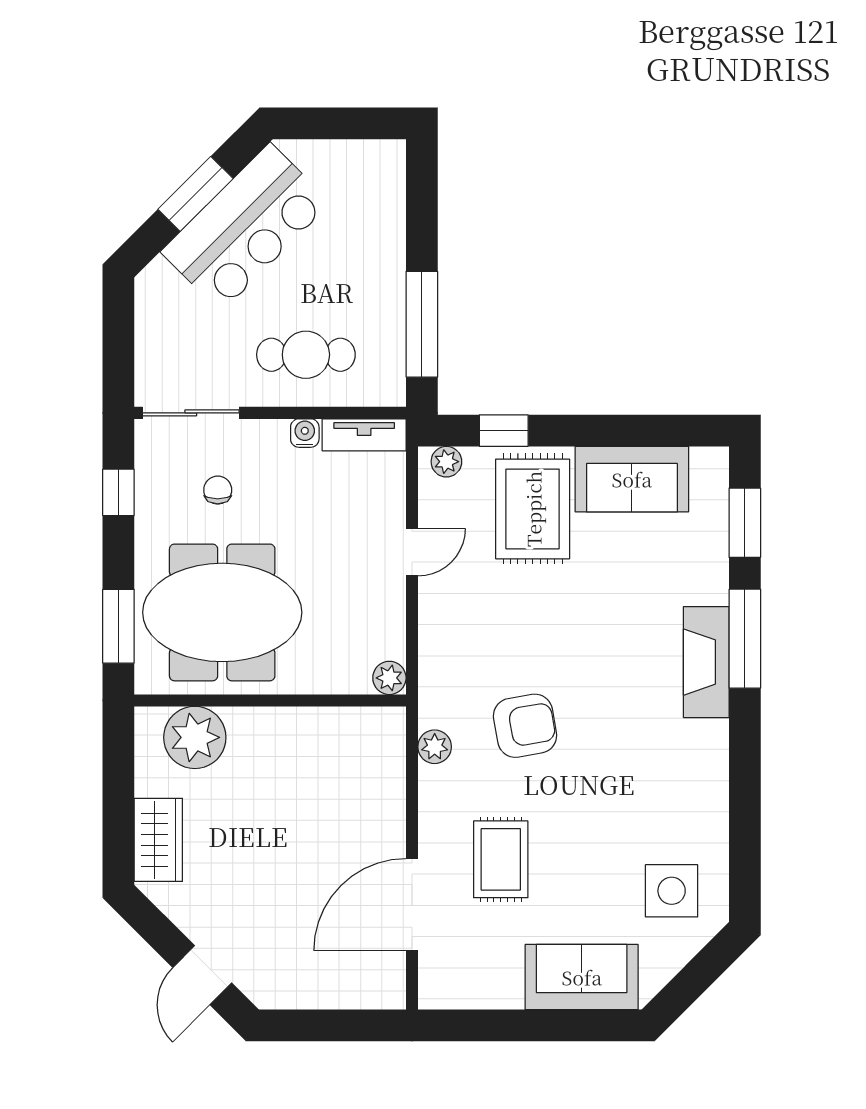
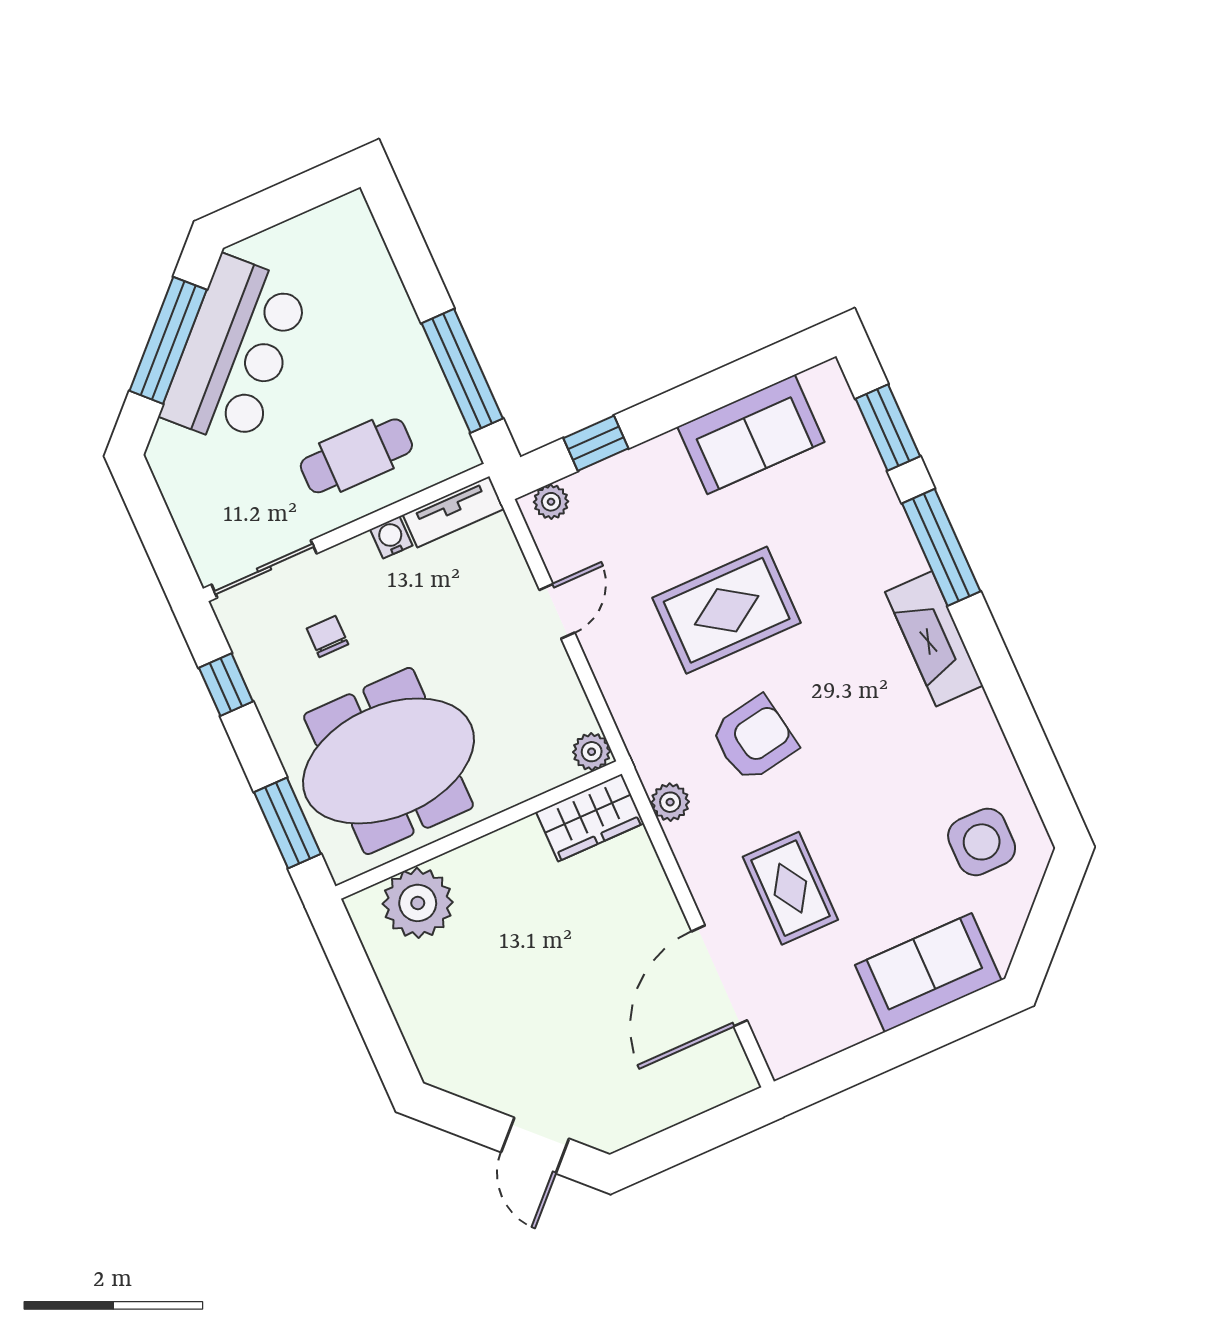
window: (195, 194) -> (168, 340), width x1.44
rug: (533, 509) -> (727, 610), moved, turned 90
fireplace: (706, 662) -> (934, 639), moved
wardrobe: (158, 840) -> (590, 818), moved, turned 90

